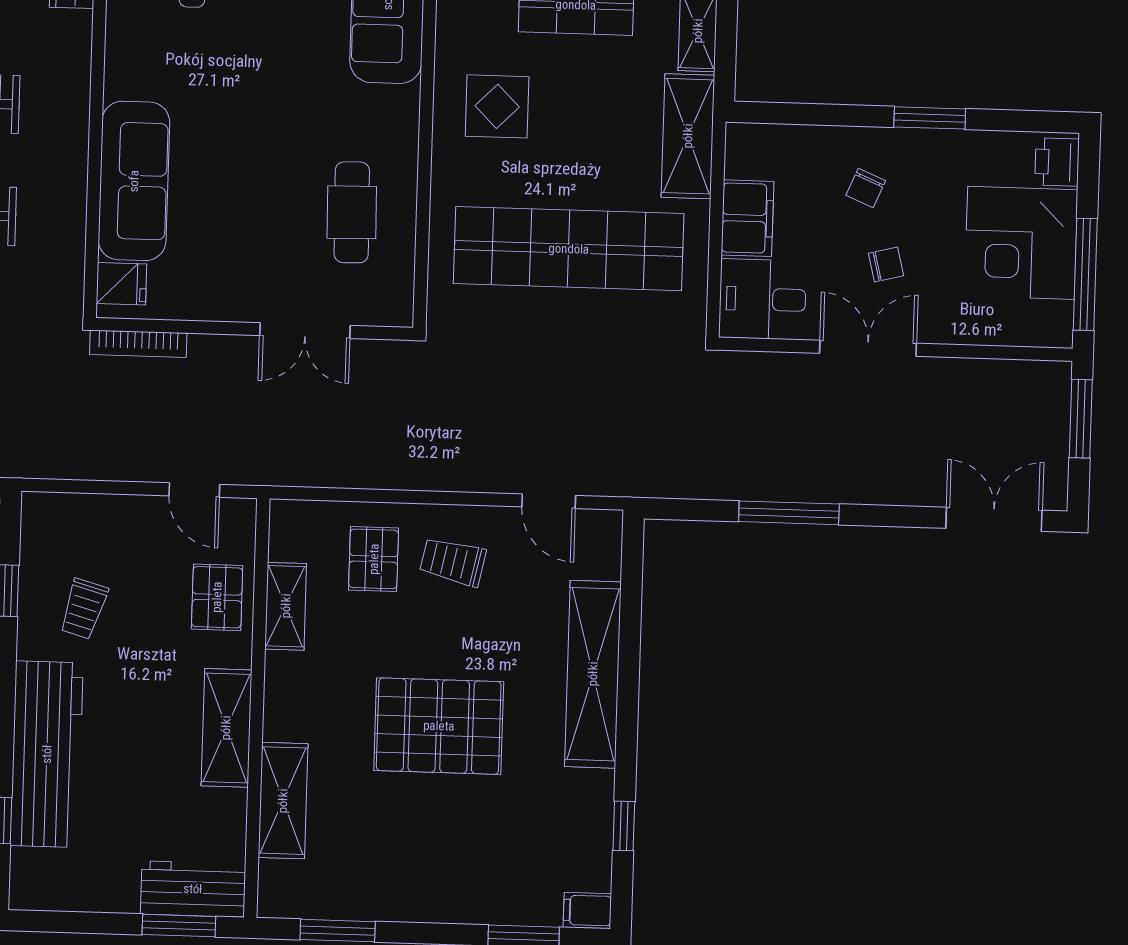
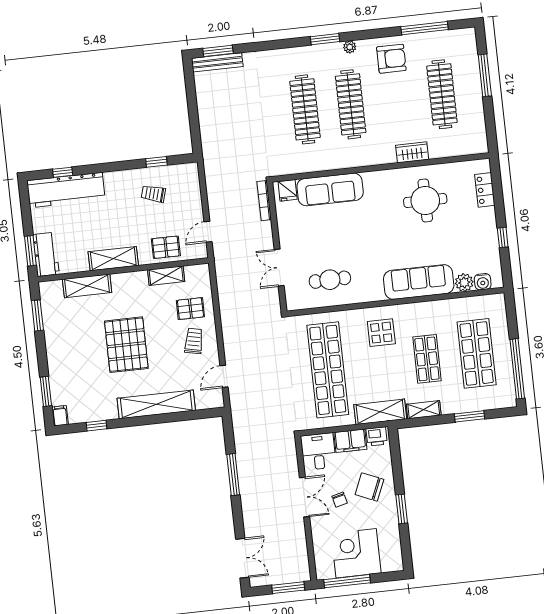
printer: (1057, 162) -> (377, 436), moved, turned 180
chair: (866, 188) -> (369, 487), width x1.87, depth x1.87
workbench: (47, 754) -> (66, 190), moved

